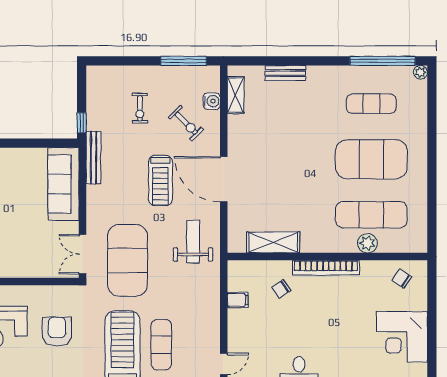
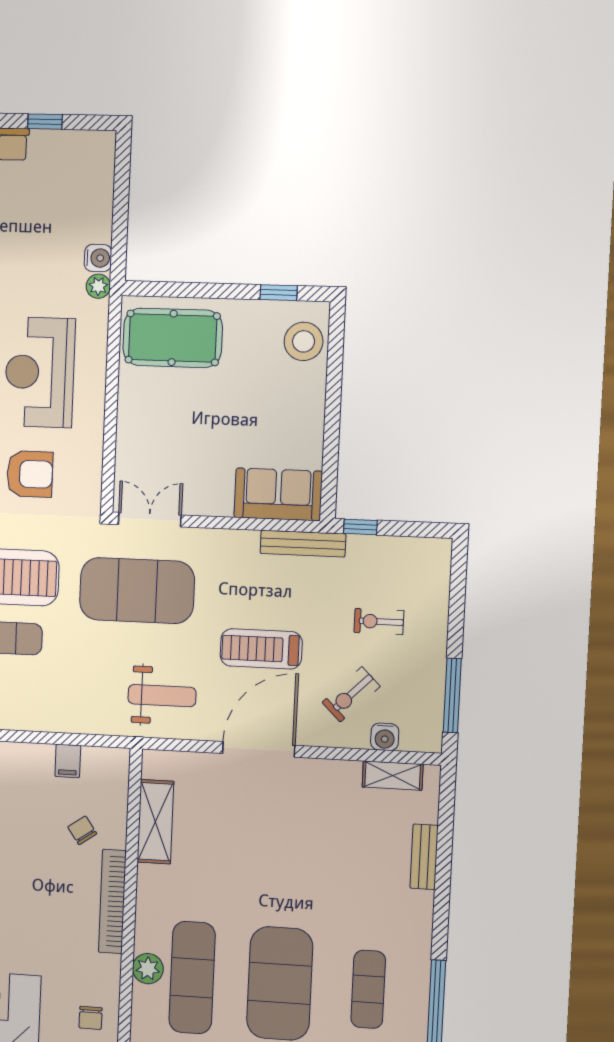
sofa: (63, 184) -> (278, 494), width x0.73
chair: (402, 279) -> (91, 1018), turned 146

